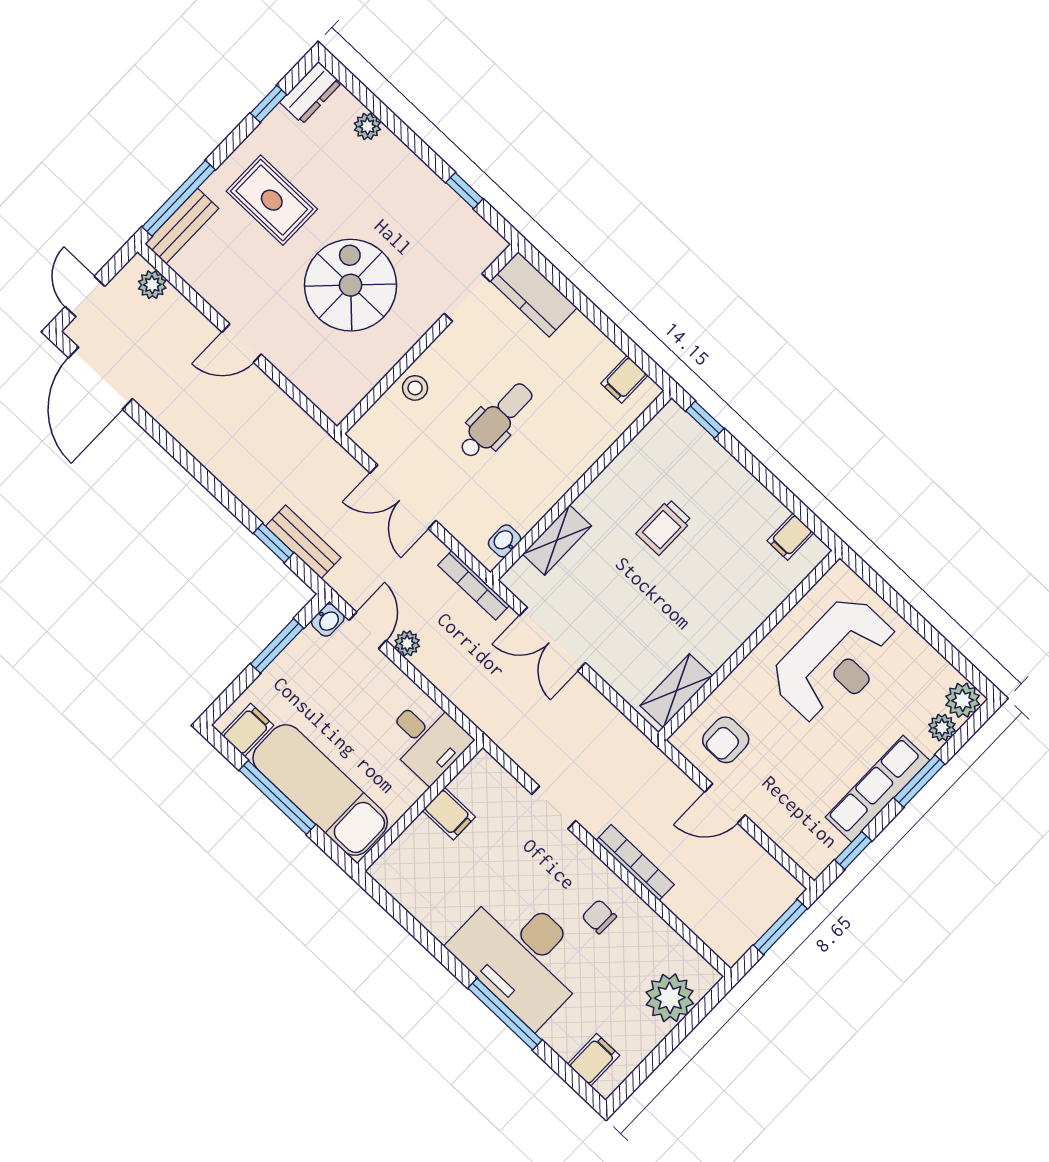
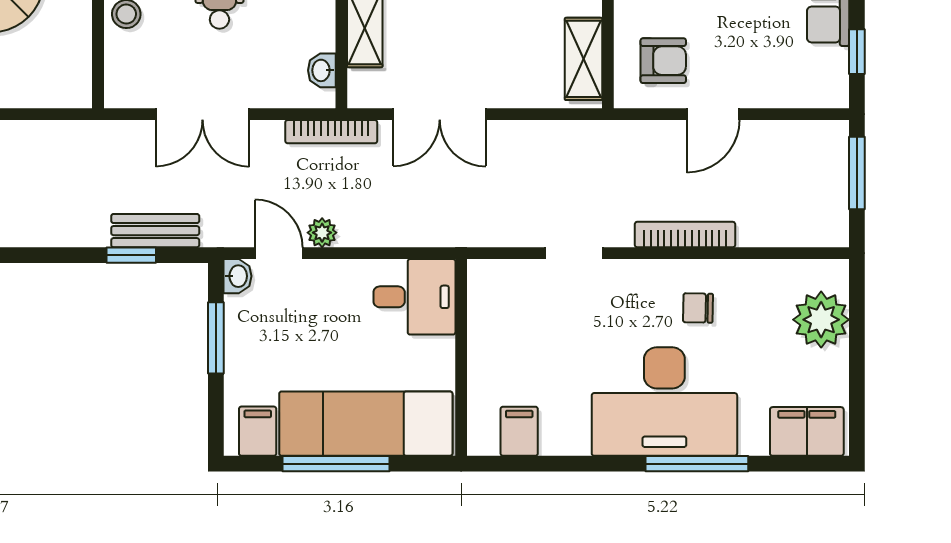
armchair: (726, 740) -> (663, 61), turned -90
filing cabinet: (449, 814) -> (519, 431), moved, turned -90
filing cabinet: (594, 1060) -> (807, 431), width x2.00

